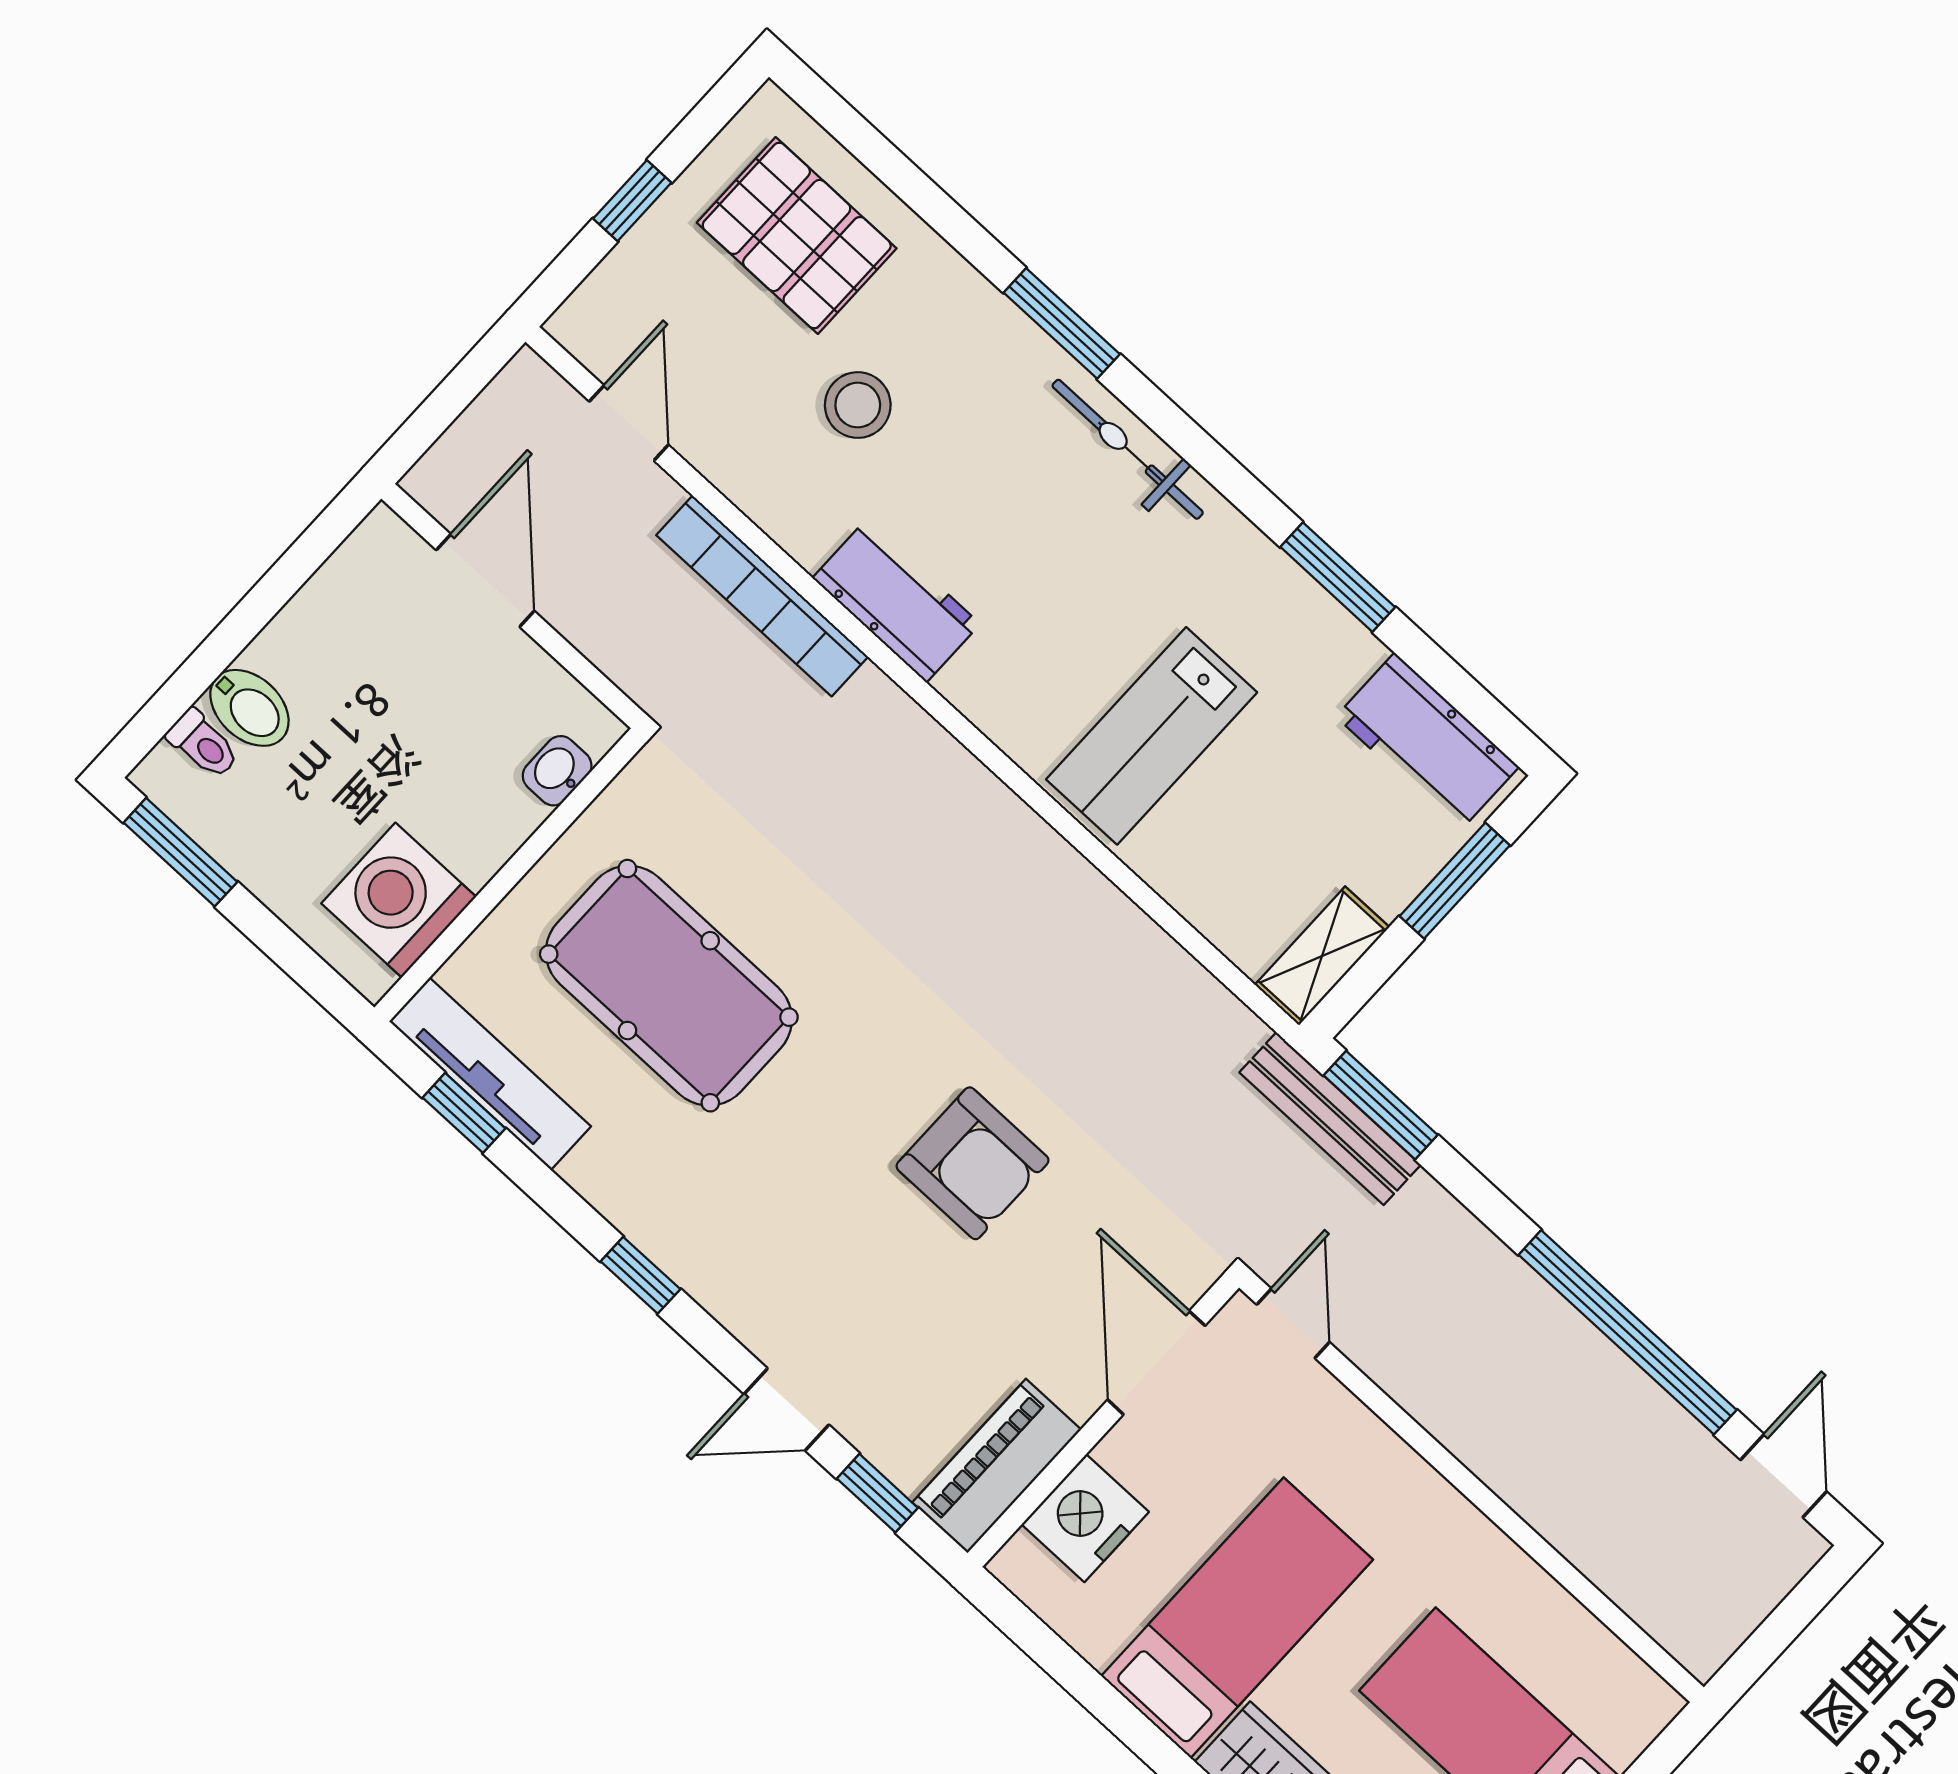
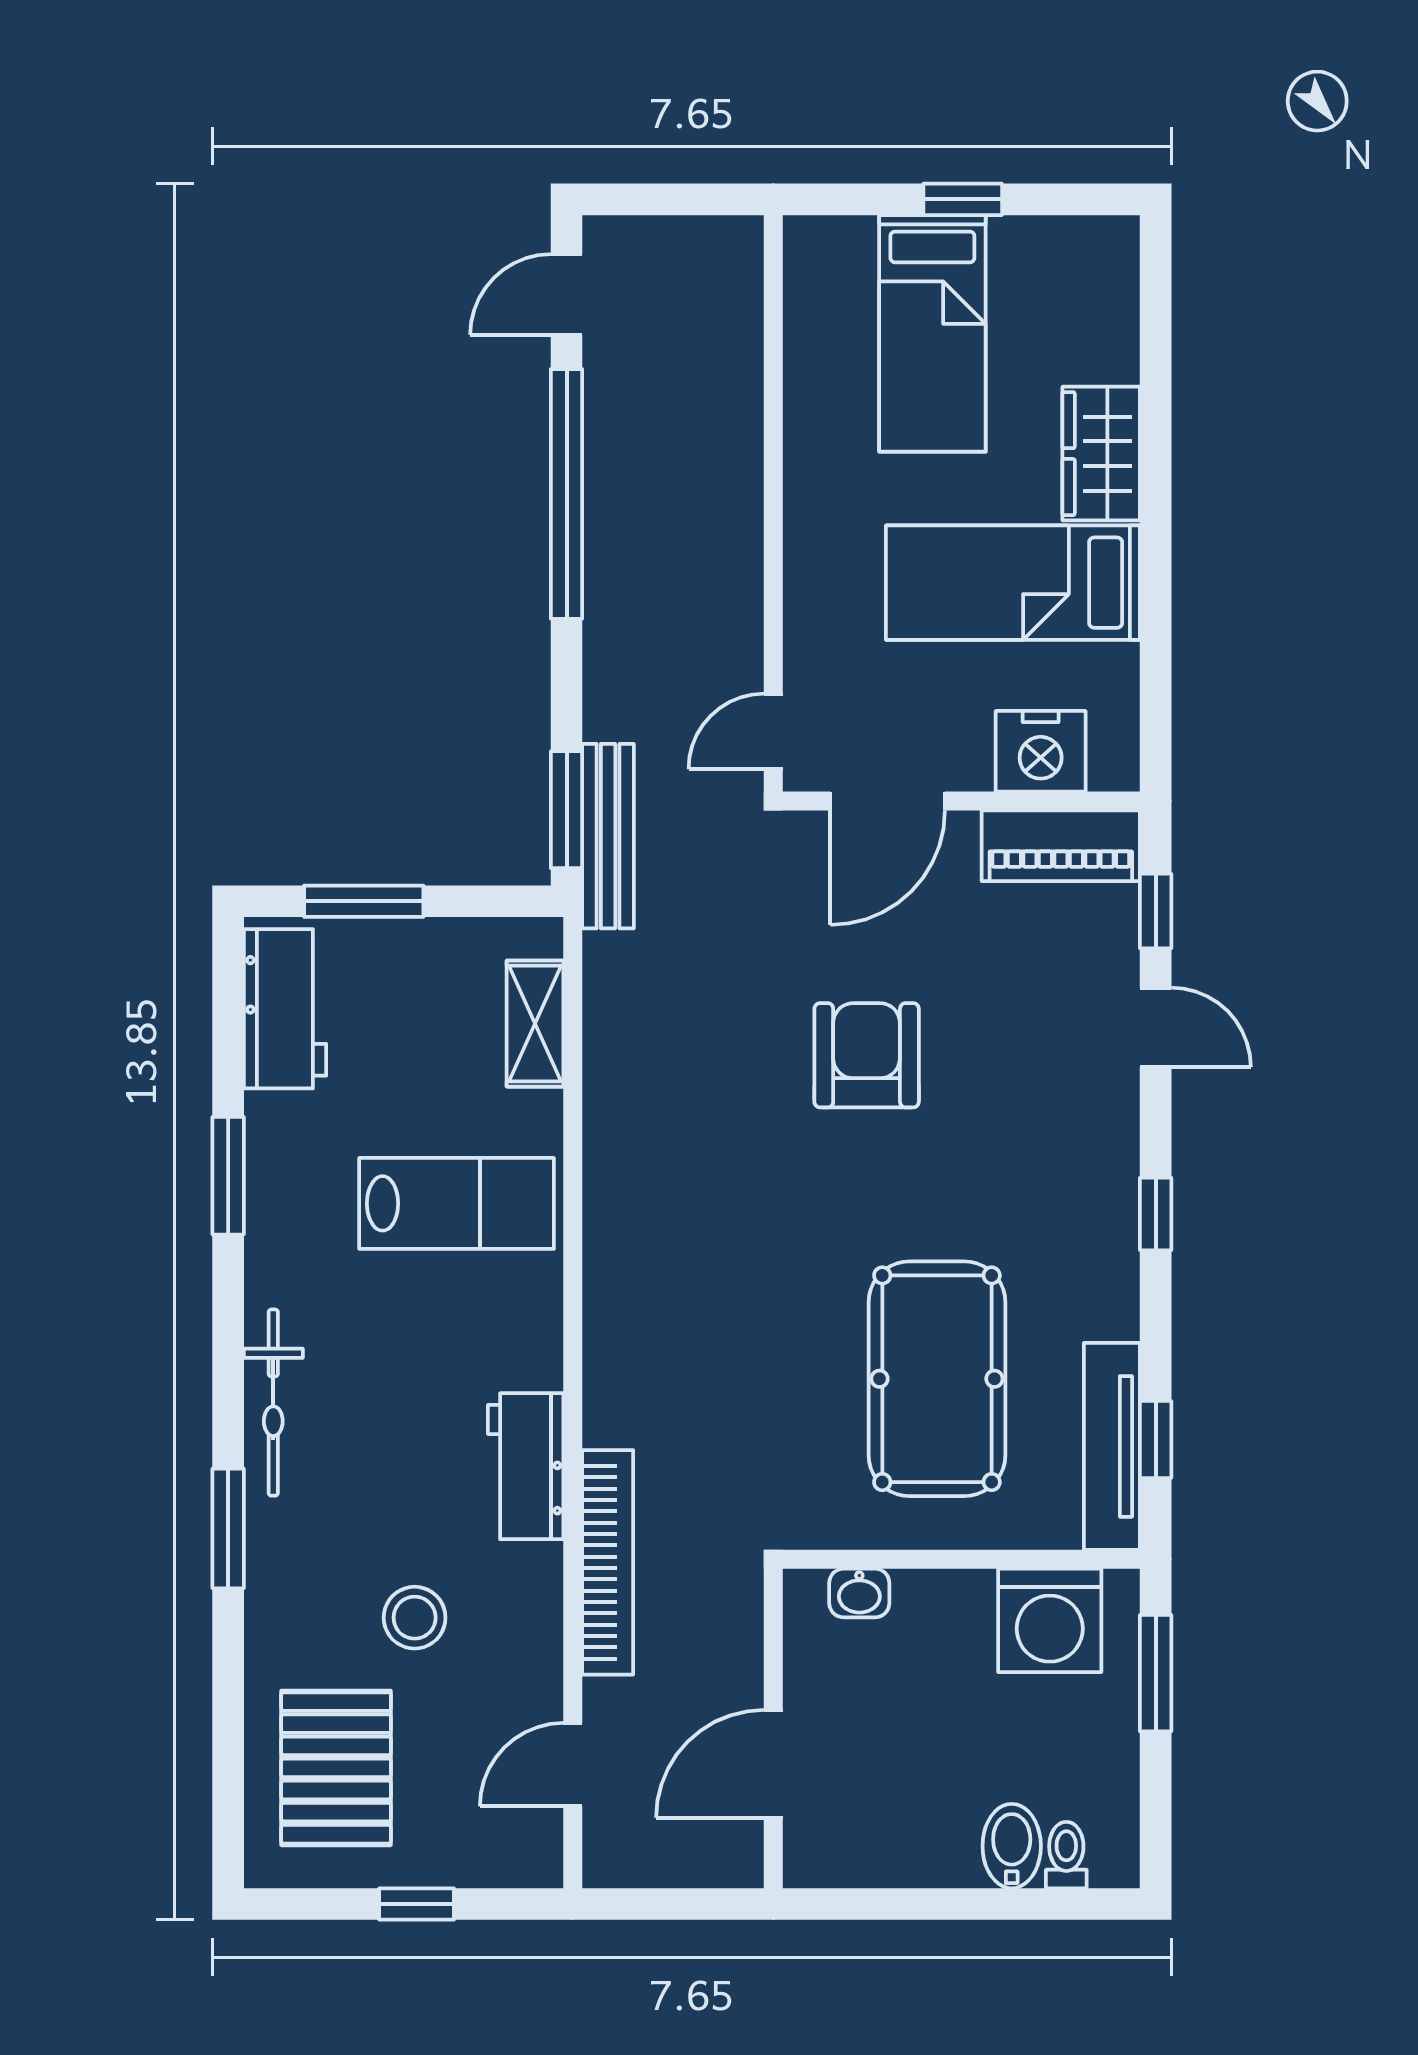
window: (180, 852) -> (1156, 1673), moved
shelving: (1322, 956) -> (535, 1024), moved, turned 90

